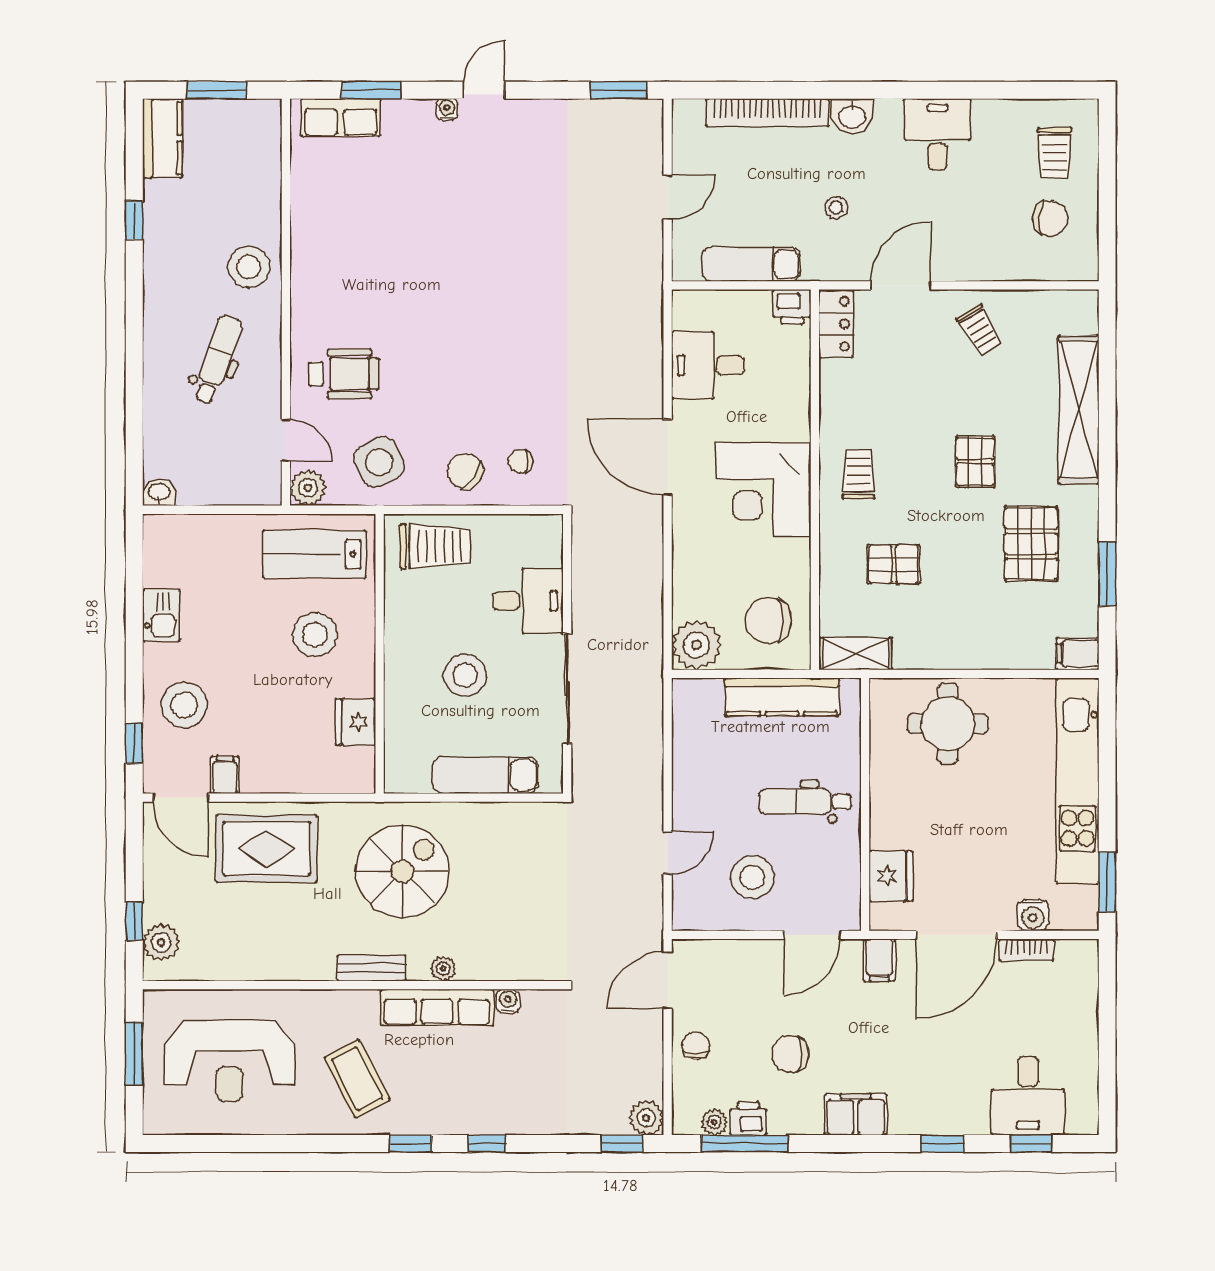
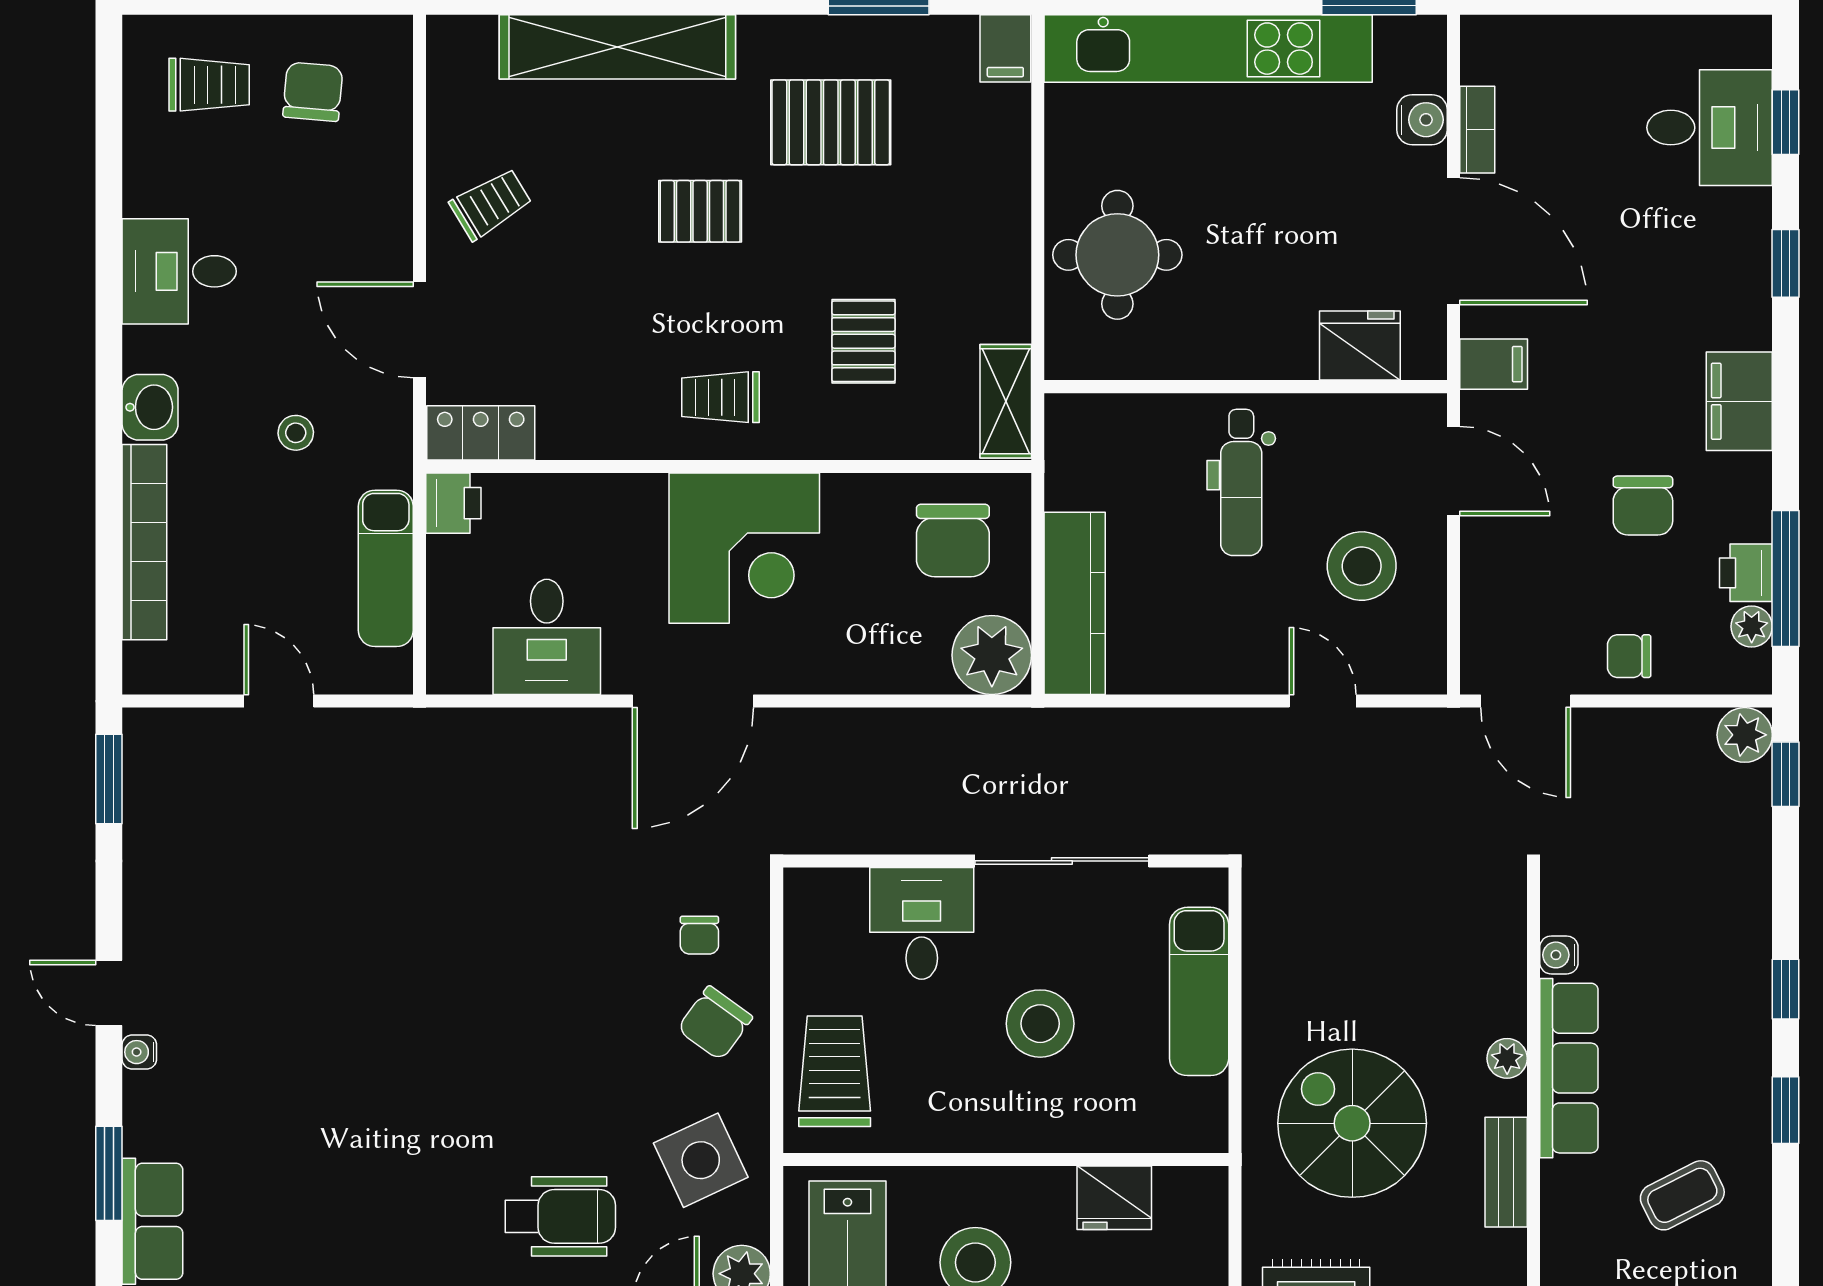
wheelchair: (344, 374) -> (560, 1216), turned 90
kitchen counter: (782, 697) -> (1075, 603), moved
coffee table: (357, 1079) -> (1682, 1195), width x0.73, depth x0.77

